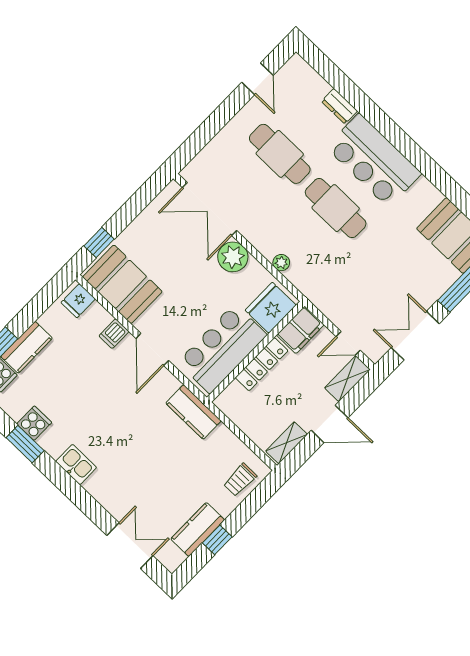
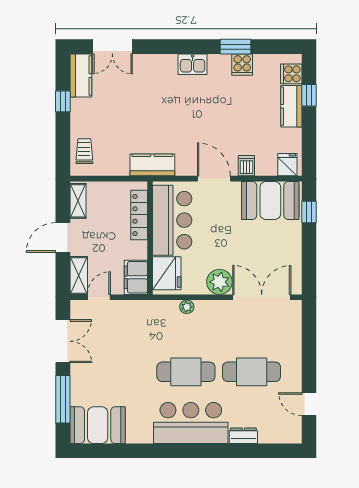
locker: (262, 364) -> (139, 215), moved
kitchen counter: (198, 529) -> (81, 76), moved

